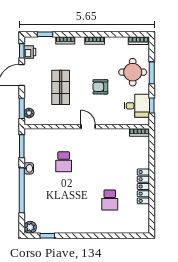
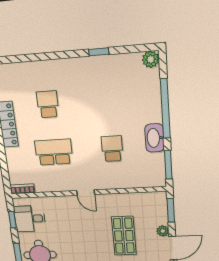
armchair: (100, 87) -> (76, 238), removed
plant: (29, 113) -> (163, 231), moved
school desk: (110, 162) -> (54, 152), added
washbasin: (29, 168) -> (155, 138), width x1.91, depth x1.45
window: (47, 236) -> (99, 52), moved

